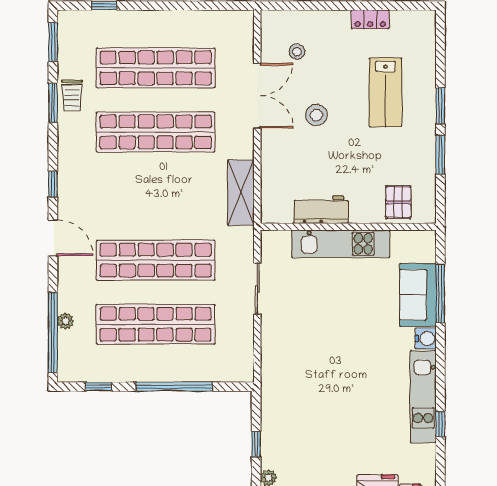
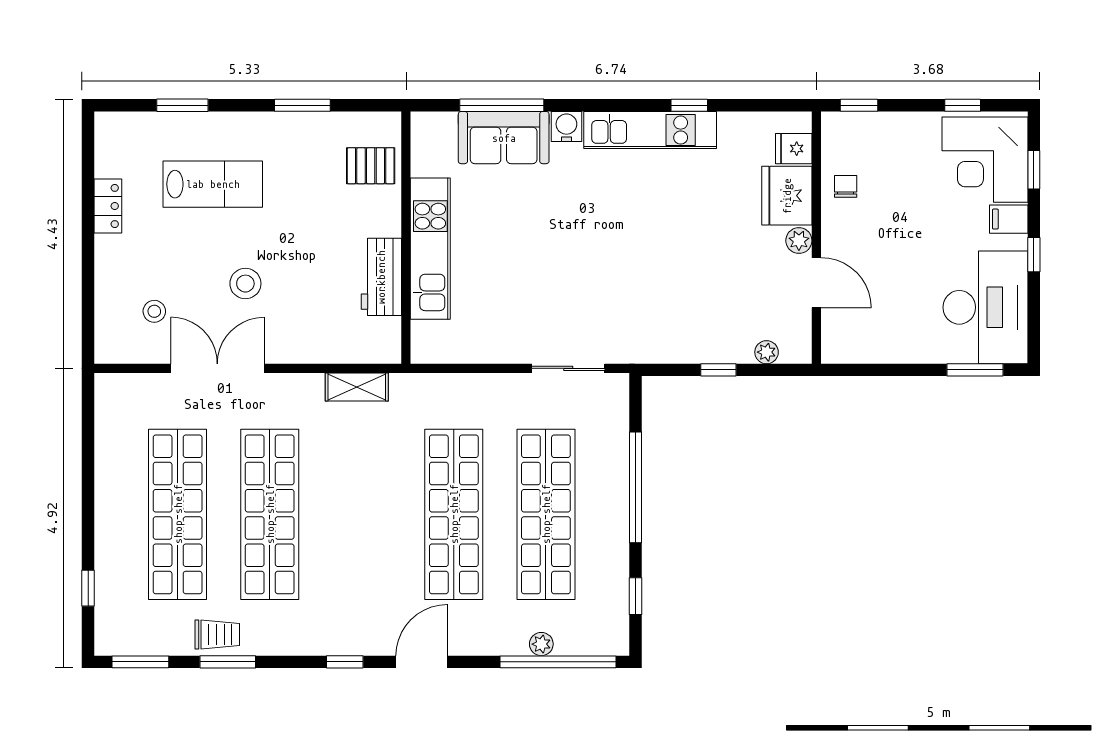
window: (440, 106) -> (182, 105), moved
shelving: (241, 193) -> (357, 387), width x0.67, depth x0.75
sliding door: (257, 289) -> (568, 368), moved

